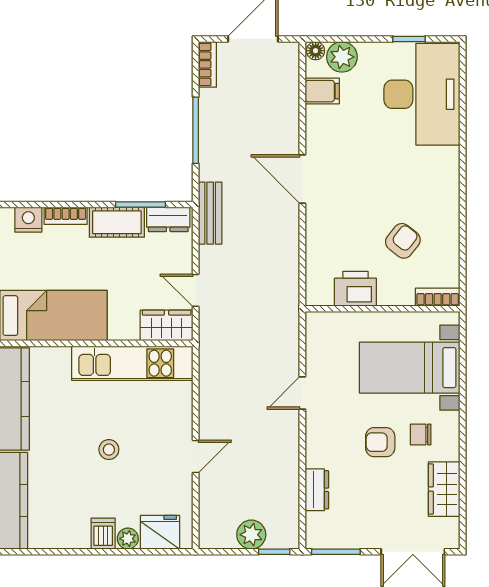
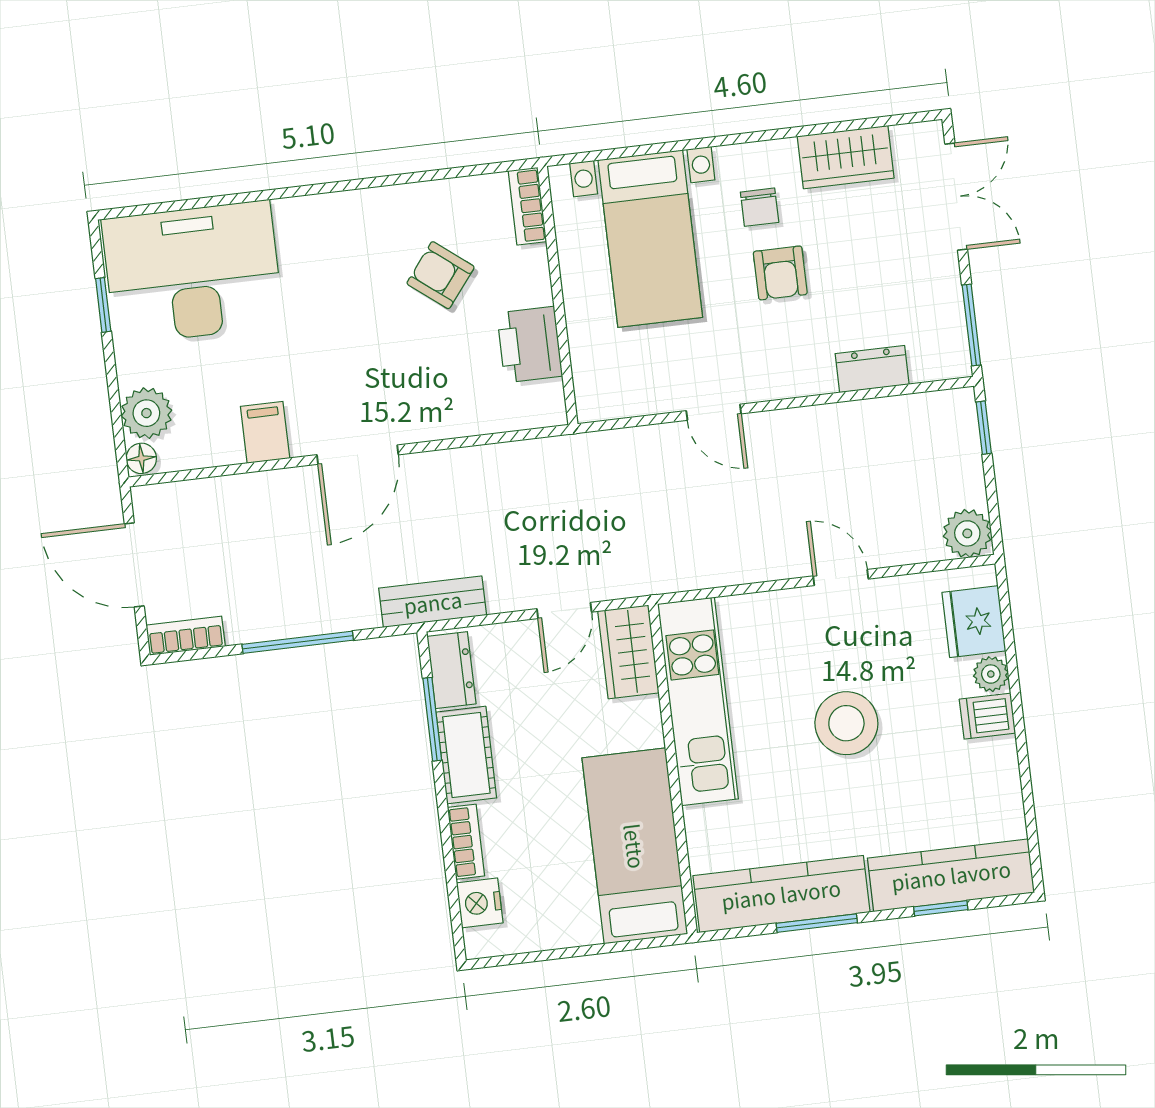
filing cabinet: (322, 91) -> (265, 432), moved
stool: (109, 450) -> (846, 723), width x1.89, depth x1.89
plant: (251, 535) -> (967, 533), moved

